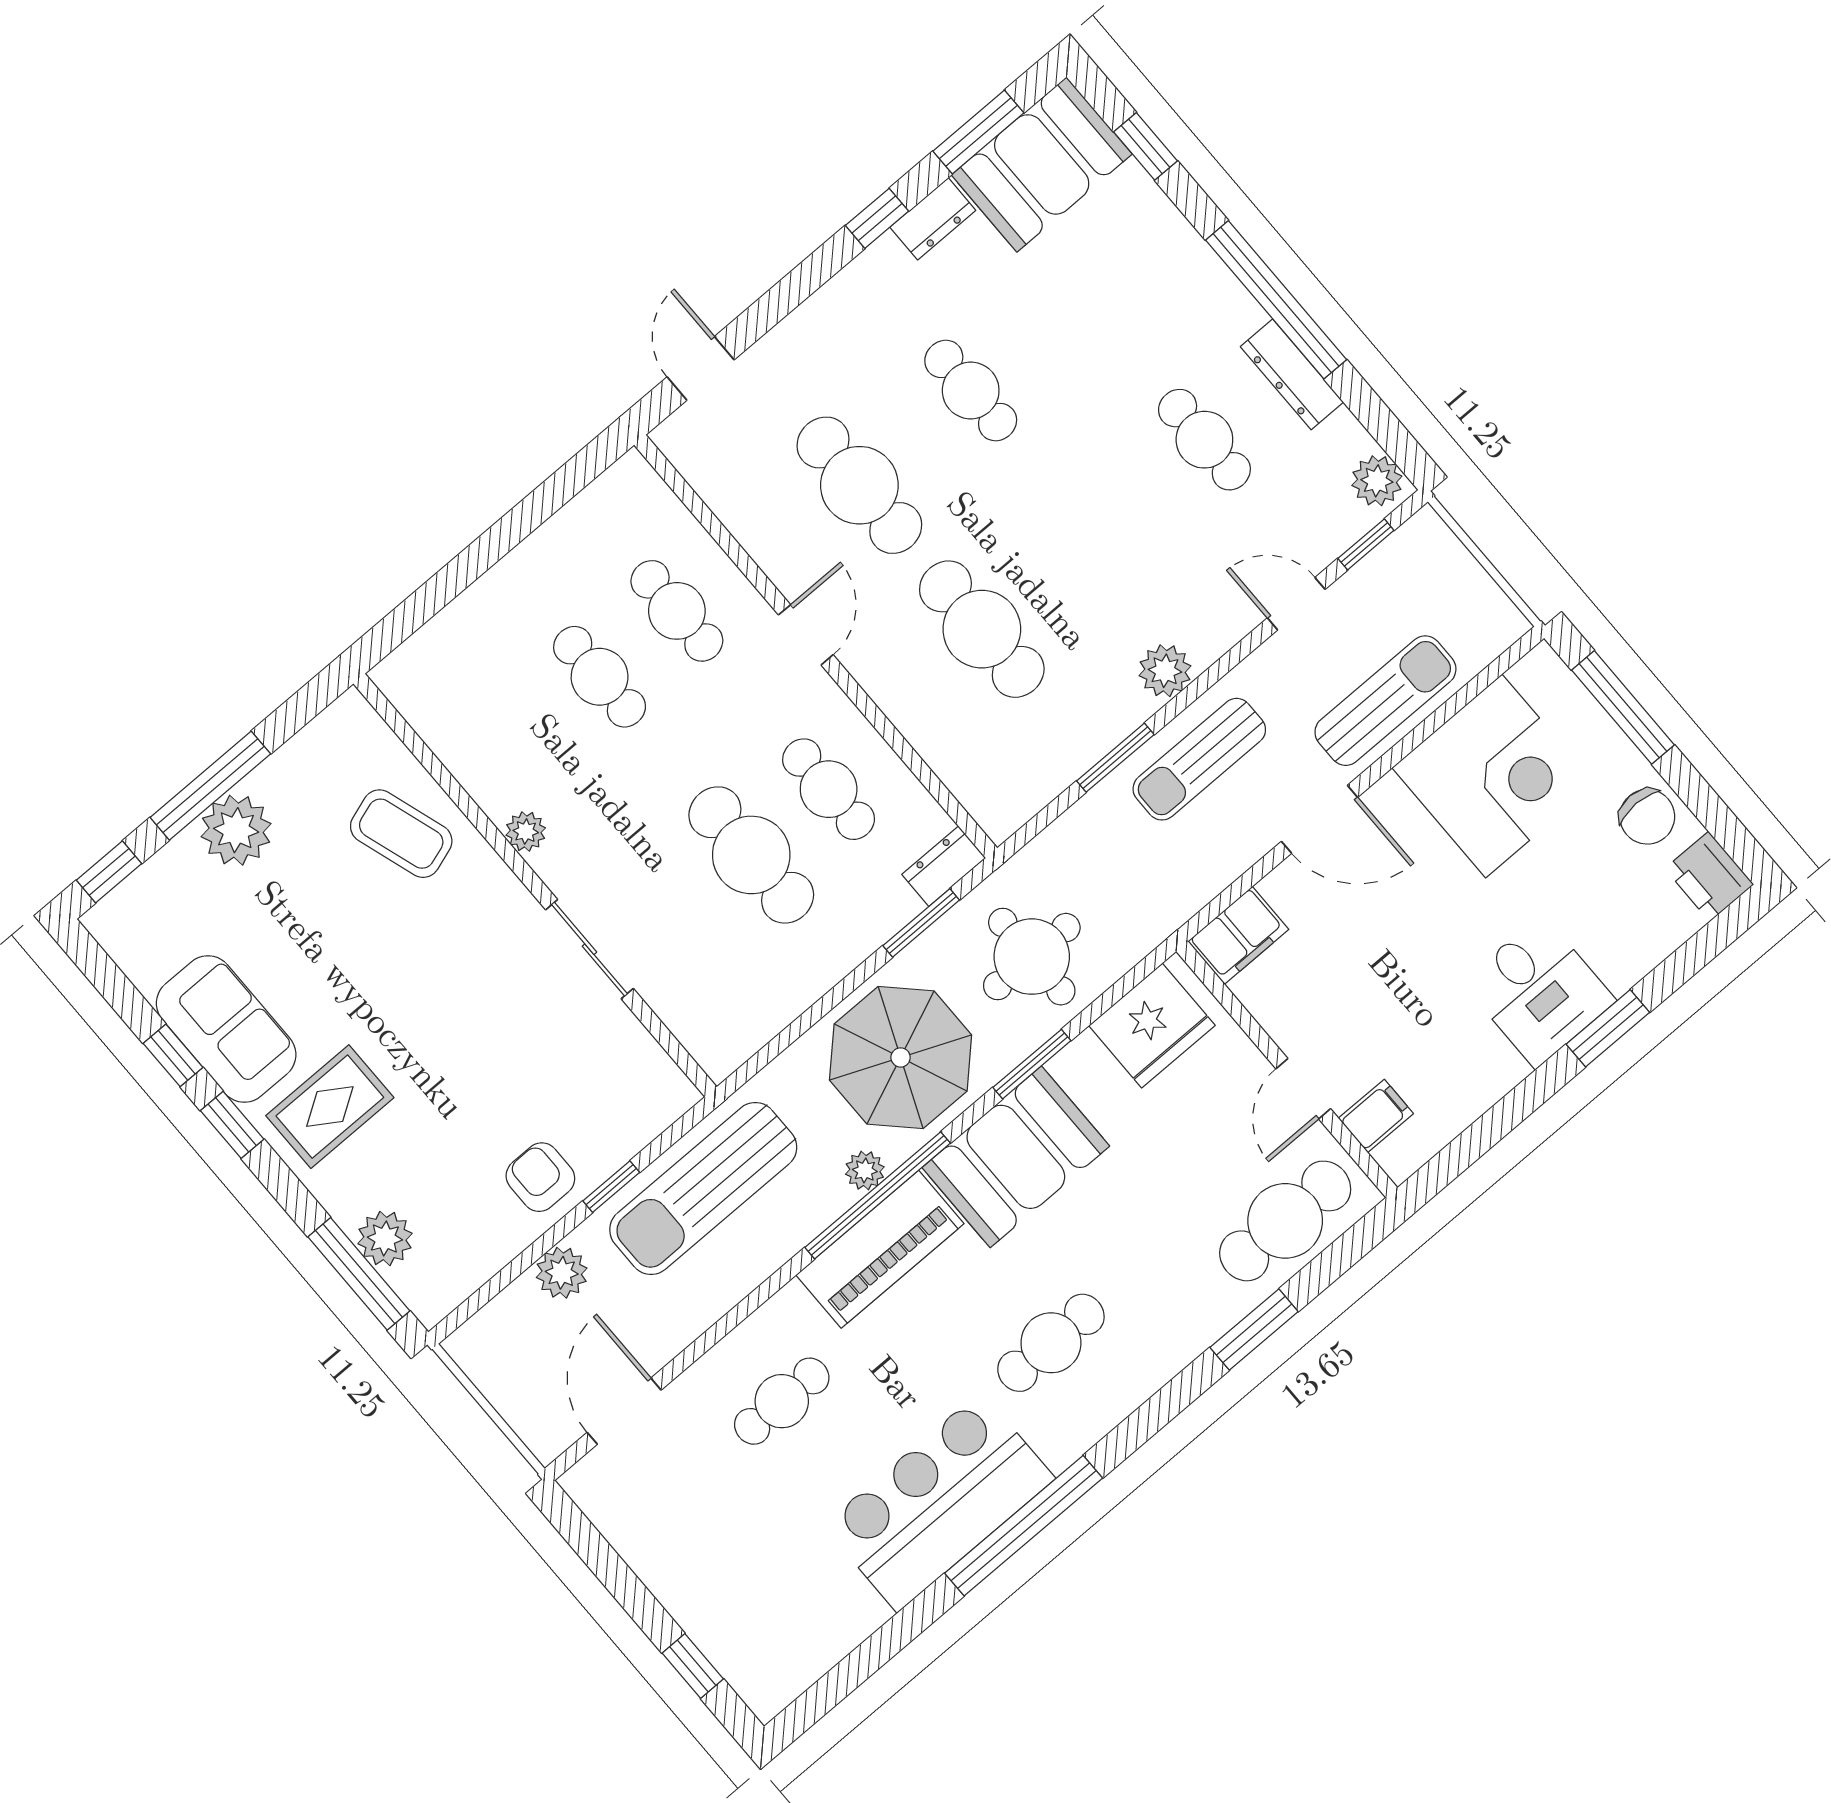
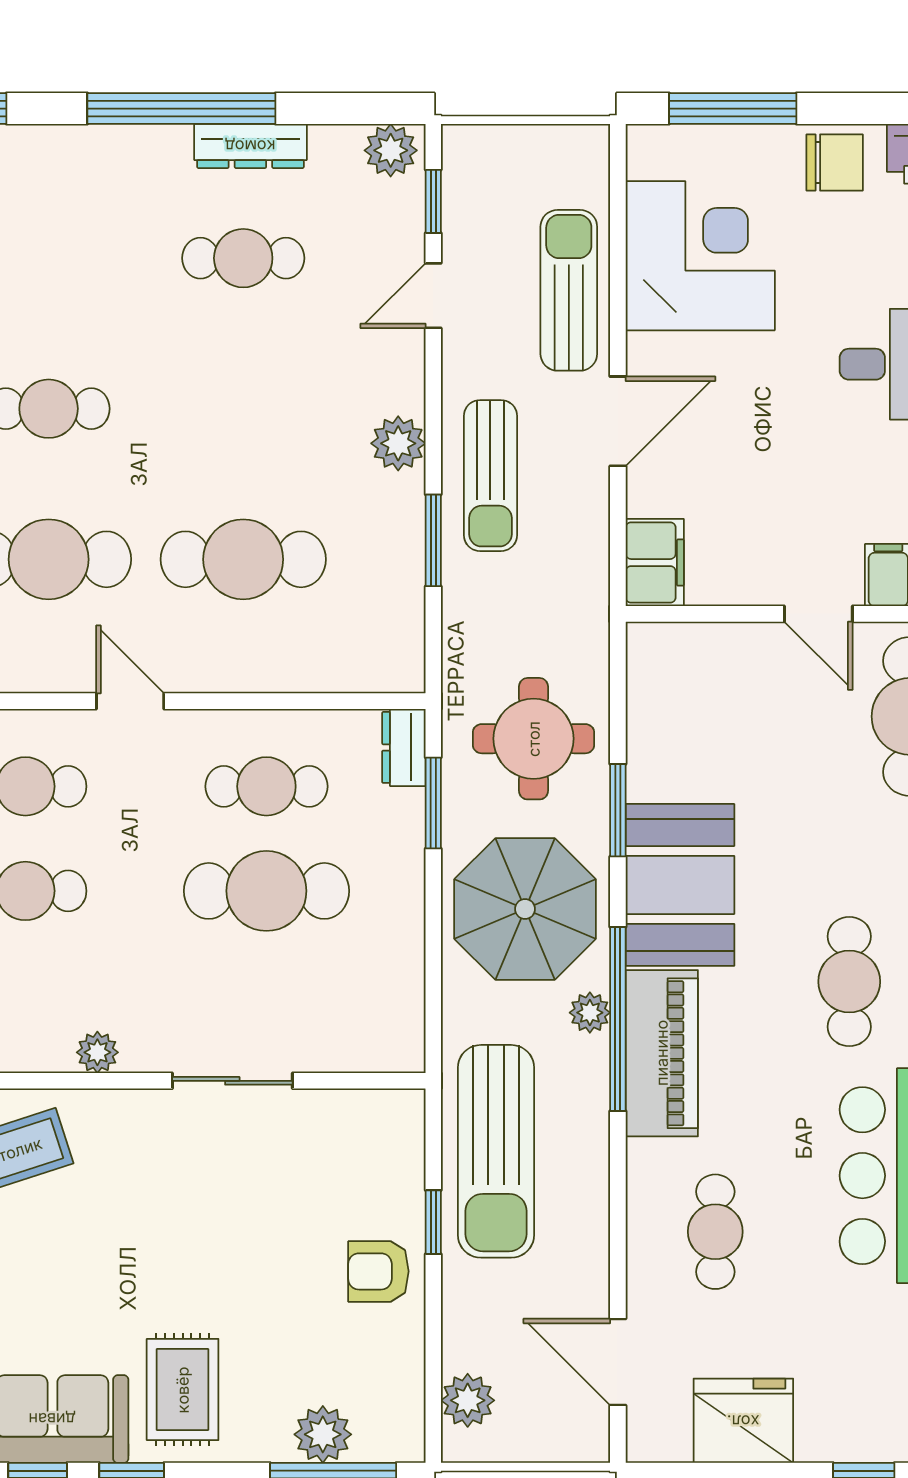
fridge: (1152, 1026) -> (743, 1421), moved, turned -90
plant: (562, 1273) -> (468, 1400), moved

